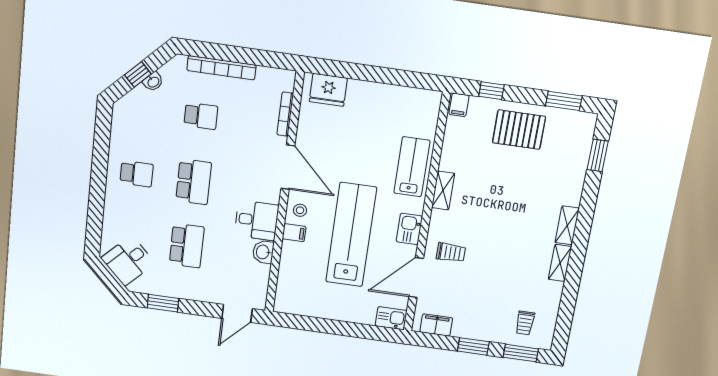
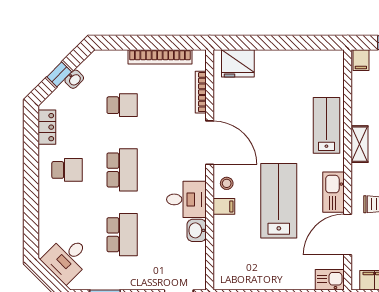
bookcase: (221, 68) -> (160, 57), moved
locker: (120, 127) -> (47, 127), added
kitchen sink: (409, 229) -> (333, 192), width x1.38
lab bench: (351, 235) -> (279, 201), width x0.73

